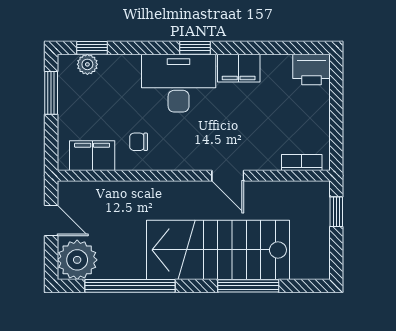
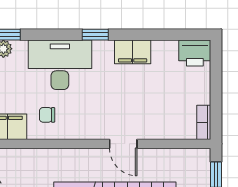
desk: (179, 83) -> (60, 65), moved
bookcase: (302, 163) -> (204, 122), moved, turned -90

